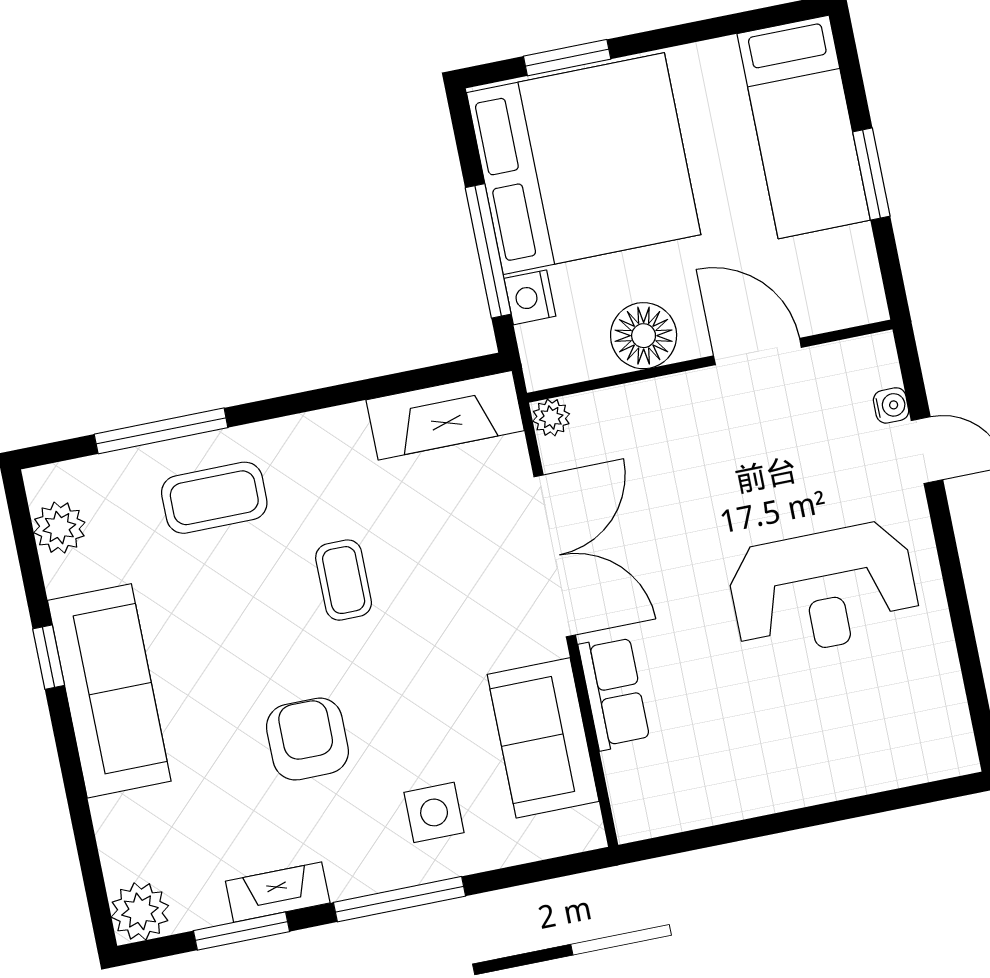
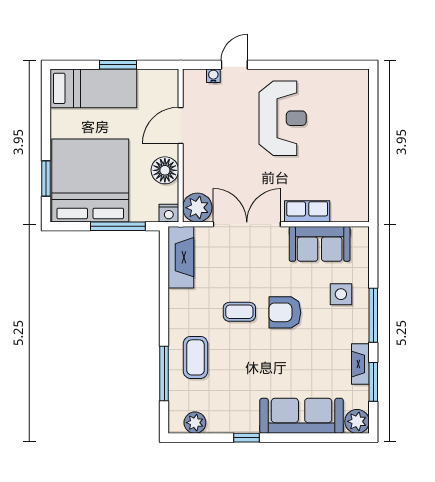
nightstand: (530, 297) -> (169, 213), moved
plant: (551, 417) -> (197, 208), width x1.88, depth x1.88
sofa: (109, 691) -> (302, 416), moved
armchair: (307, 739) -> (285, 312), moved

